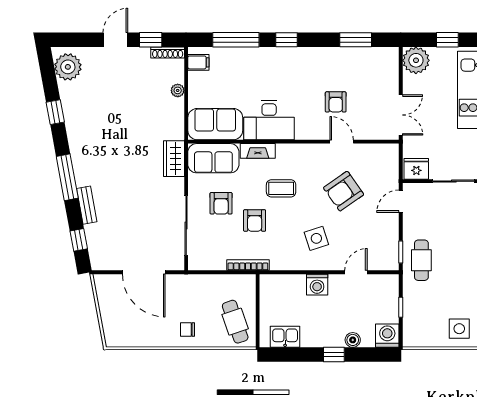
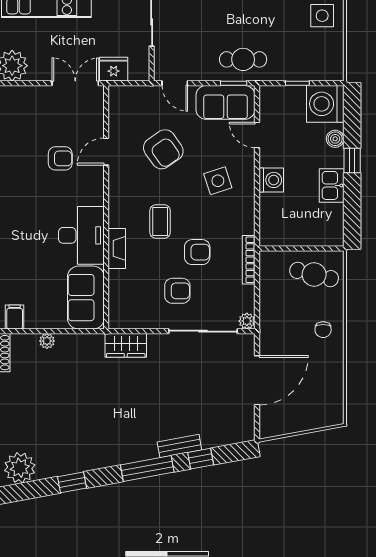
sofa: (213, 158) -> (225, 102), moved, turned 90
fridge: (416, 169) -> (114, 69), moved, turned 90
window: (79, 240) -> (201, 459), moved
plant: (195, 263) -> (247, 321), added
cafe table: (235, 322) -> (314, 275), turned 33
washing machine: (387, 336) -> (325, 104), width x1.37, depth x1.37
kitchen sink: (285, 337) -> (332, 185), moved

